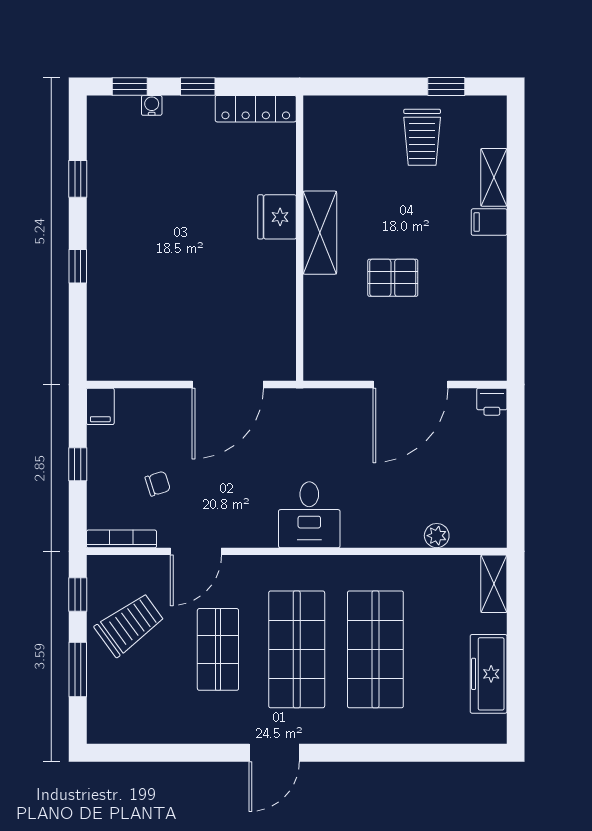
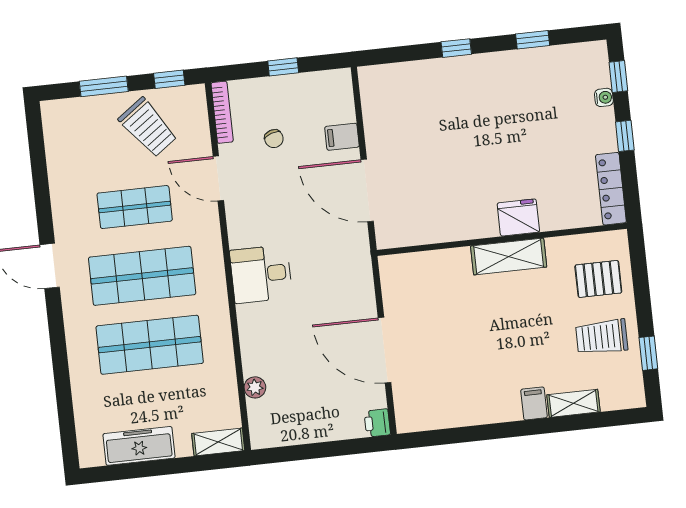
pallet: (393, 278) -> (598, 279), moved, turned 90
filing cabinet: (100, 406) -> (342, 137), moved

